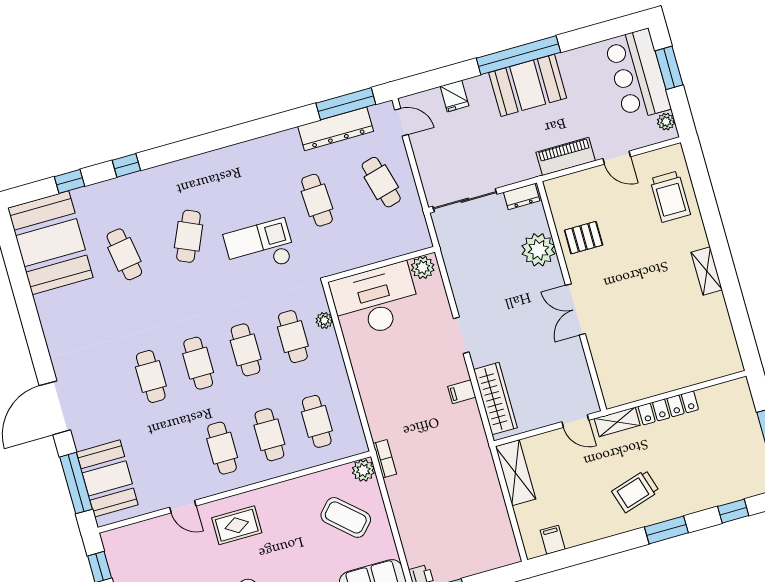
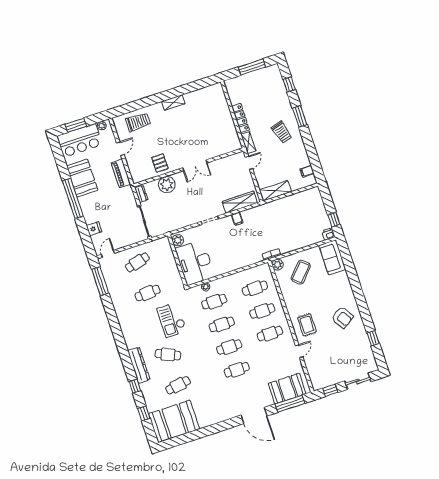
booth: (528, 85) -> (82, 178), moved
dresser: (336, 129) -> (139, 365), moved

